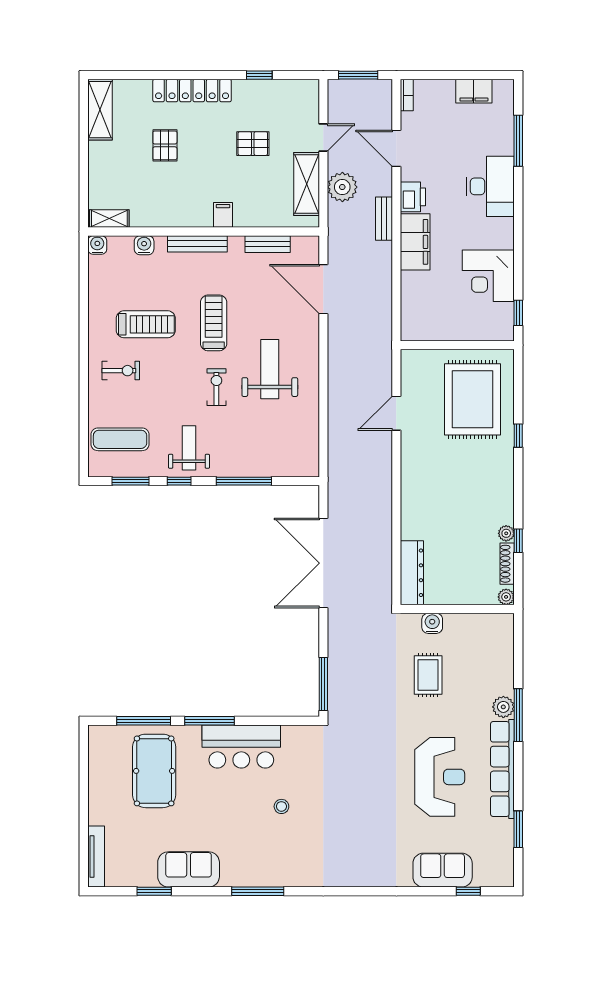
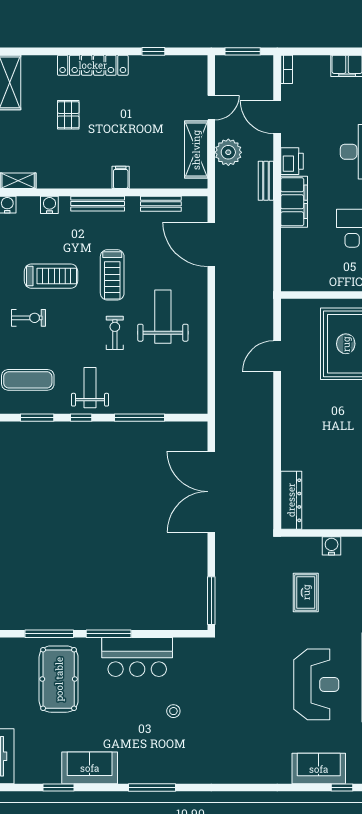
pallet: (253, 144) -> (148, 113), removed
treadmill: (214, 323) -> (112, 275), turned 180
water cooler: (432, 623) -> (332, 546), moved

